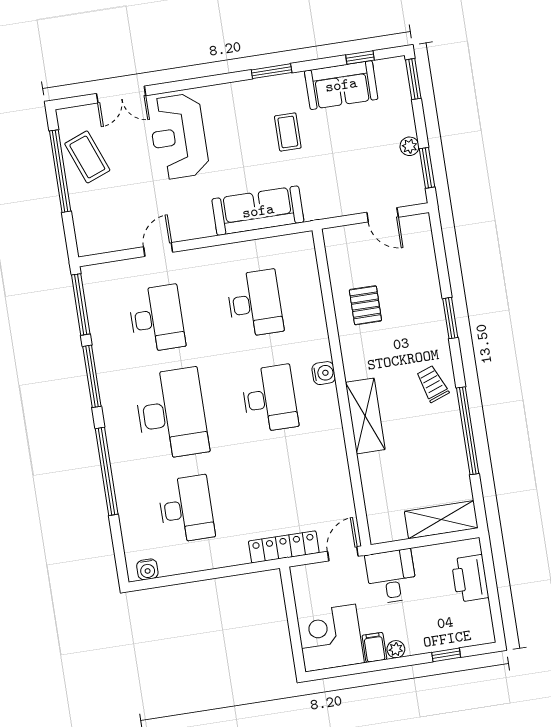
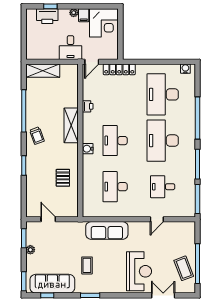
sofa: (341, 85) -> (52, 284), width x1.36
desk: (157, 319) -> (163, 187), width x0.73
printer: (337, 461) -> (88, 106), added
desk: (186, 509) -> (163, 94), width x1.36, depth x1.30
printer: (470, 578) -> (47, 16), moved, turned 90

